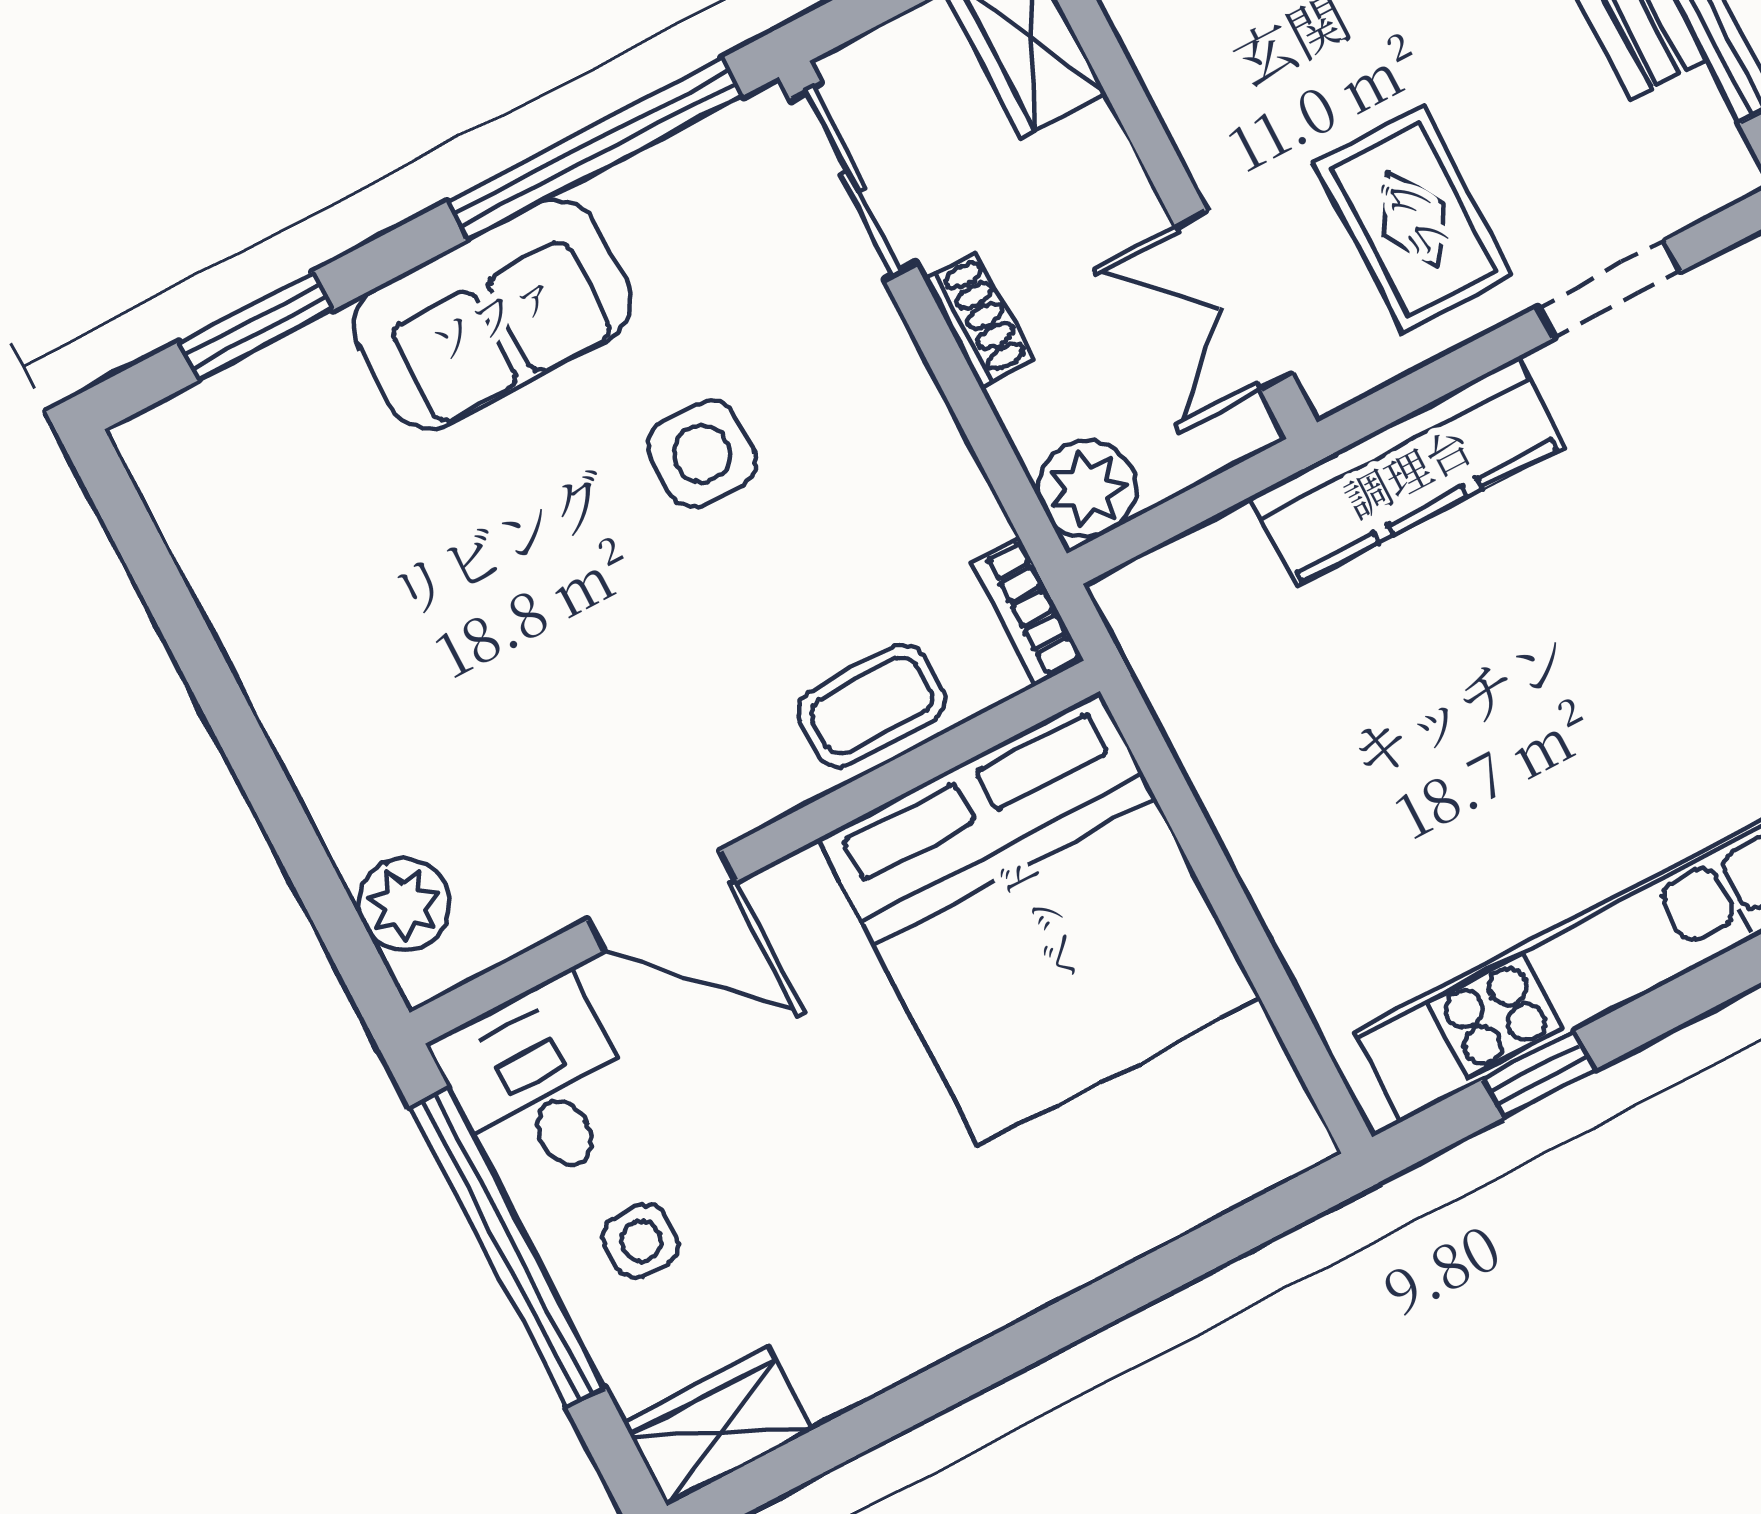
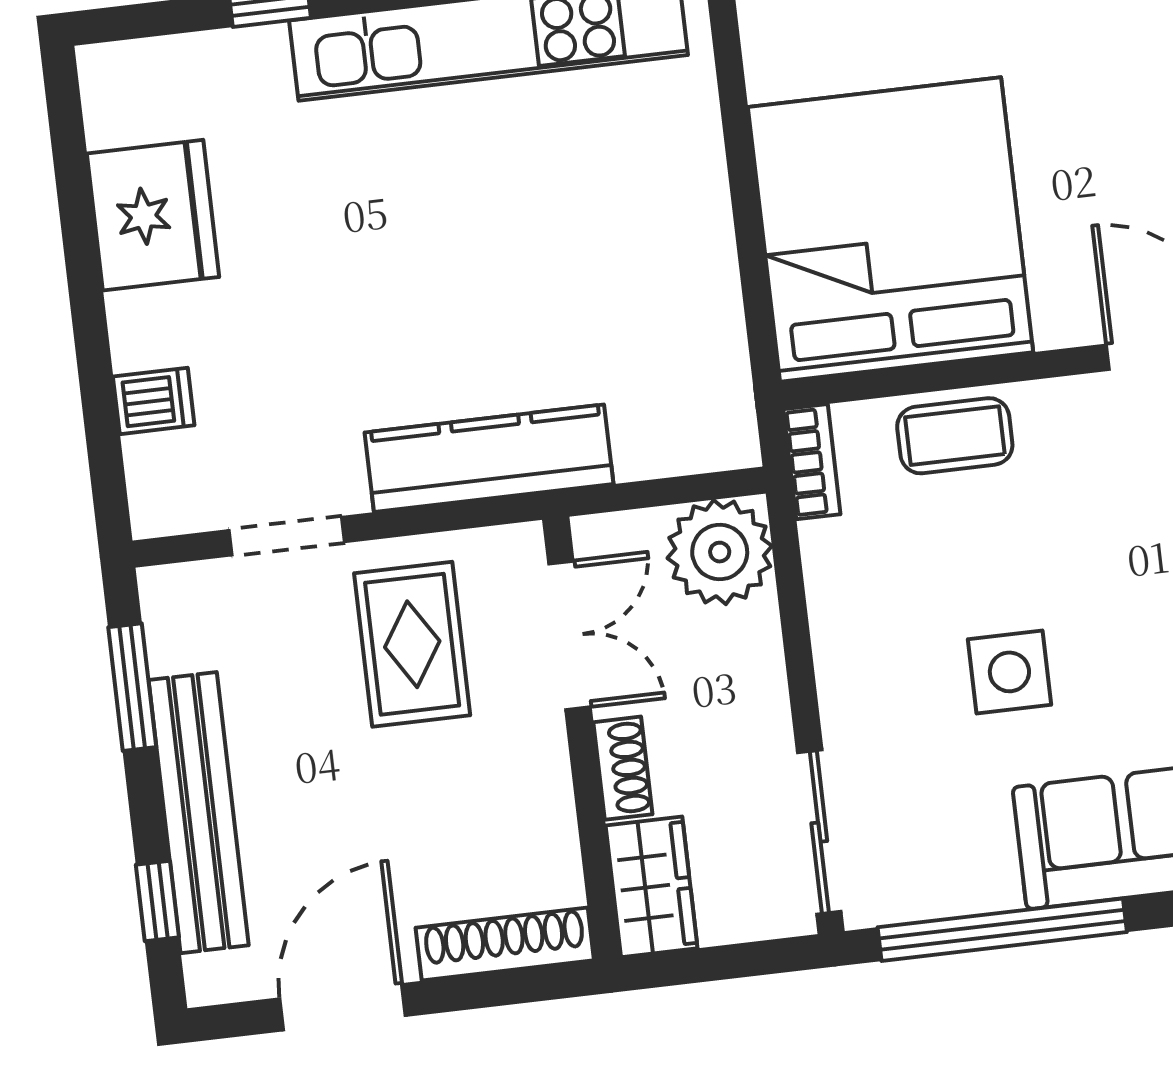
shoe rack: (978, 319) -> (623, 768), moved, turned 180
plant: (1087, 488) -> (720, 552), width x1.36, depth x1.36

